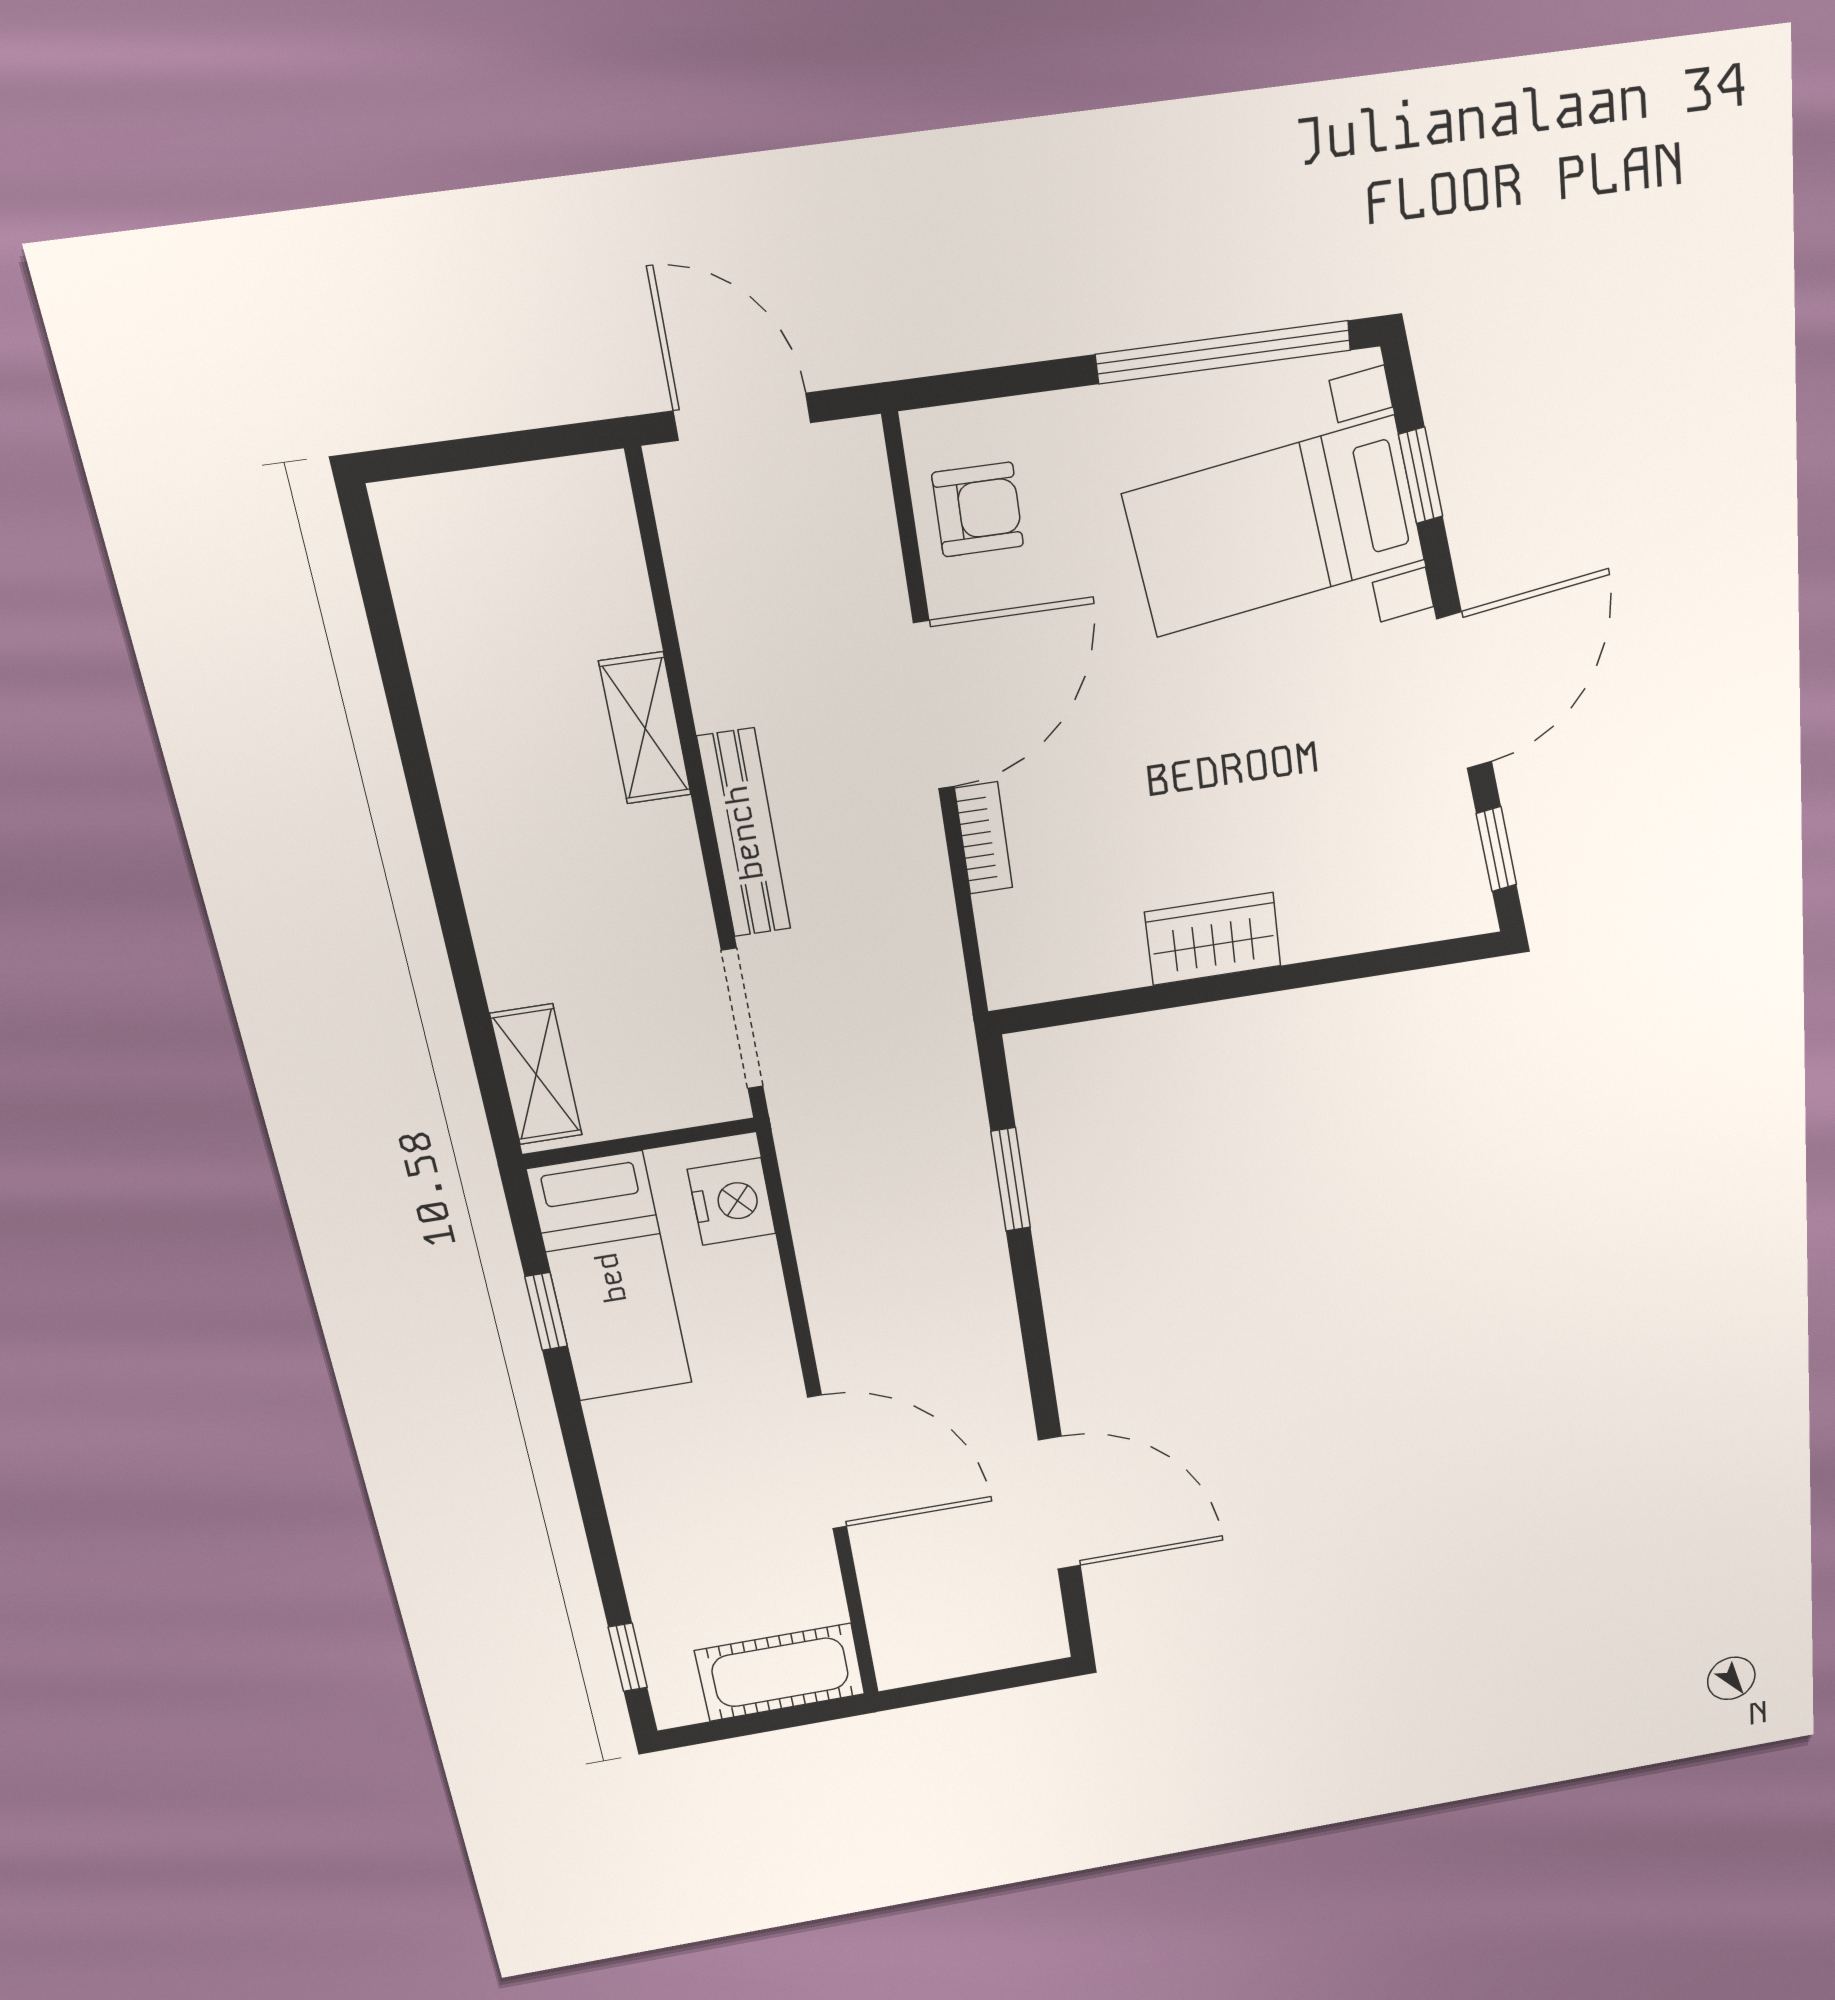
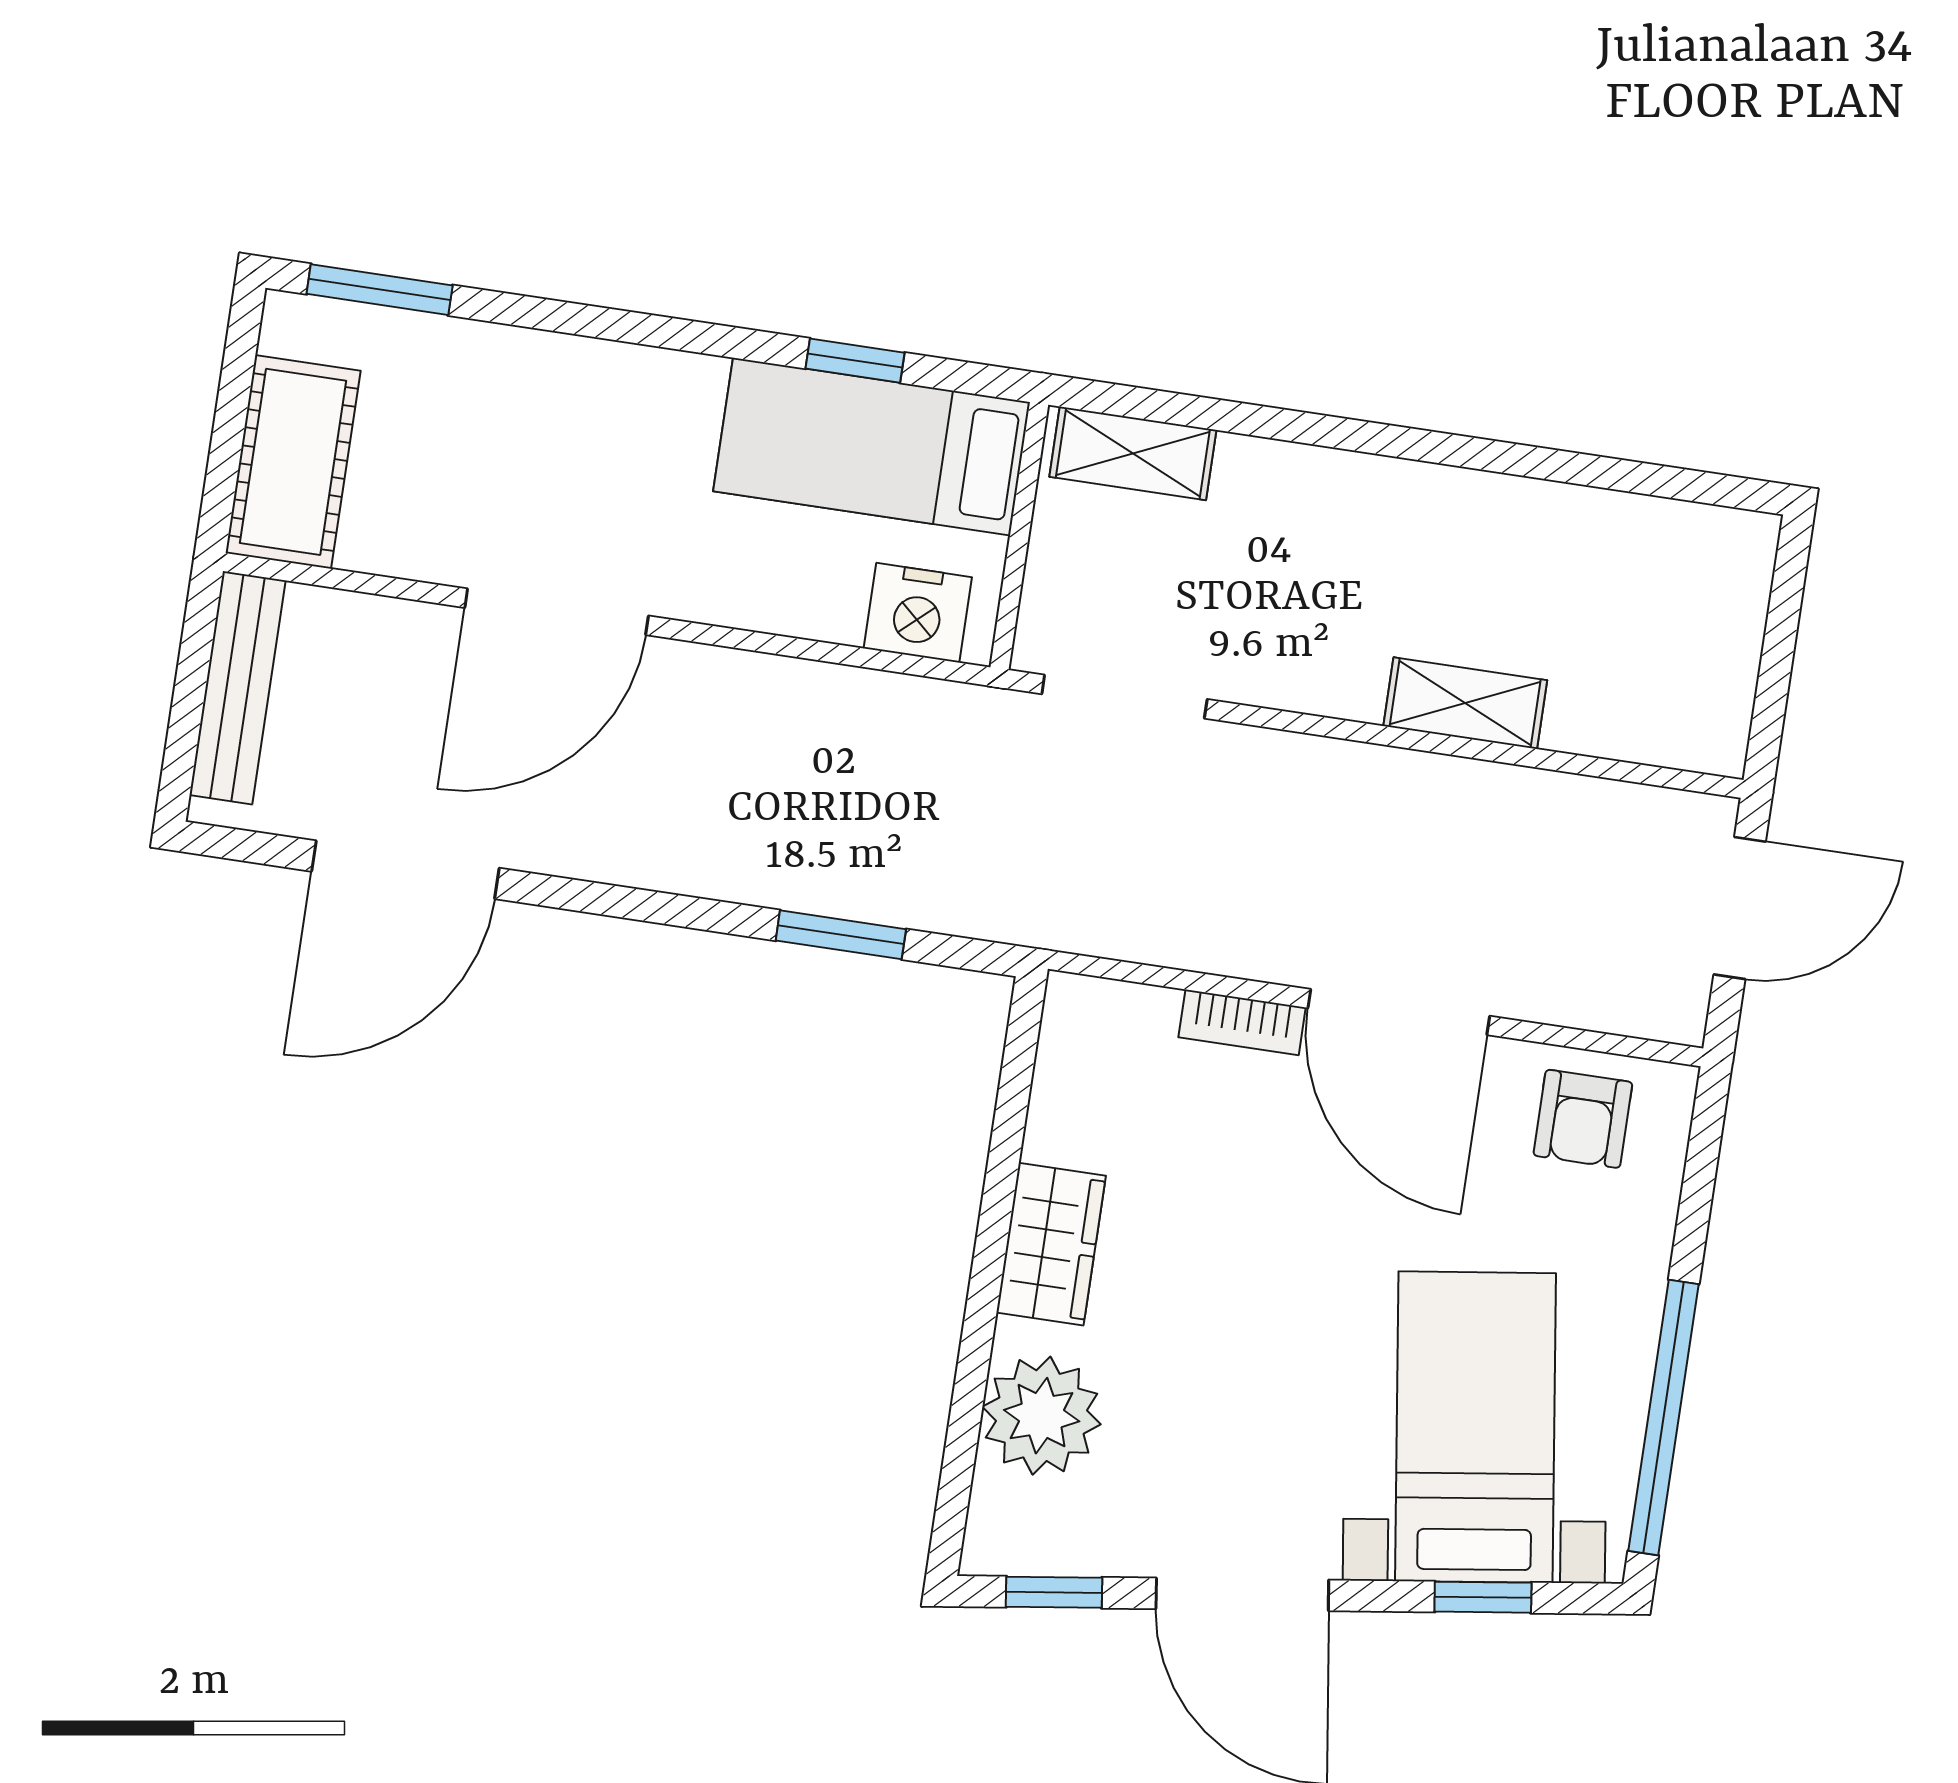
bench: (744, 833) -> (237, 688), moved, turned 90
plant: (1355, 904) -> (1042, 1416), added
window: (628, 1657) -> (380, 290), width x1.50

